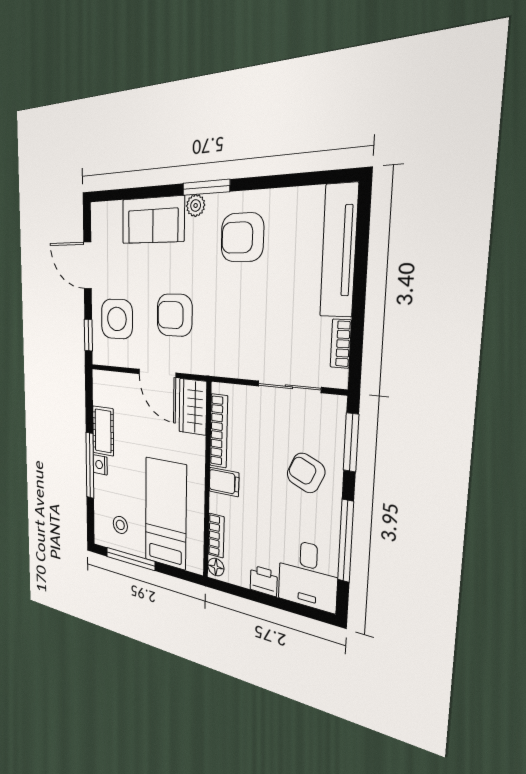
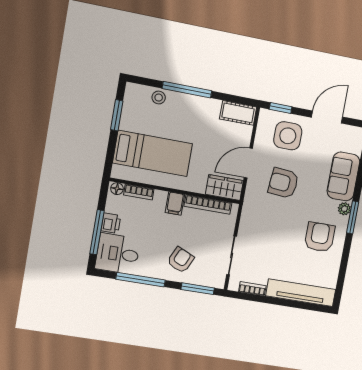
armchair: (175, 315) -> (283, 183), turned -85
cot: (103, 431) -> (238, 113), moved
nightstand: (100, 465) -> (187, 100), removed
stool: (120, 525) -> (159, 98), moved
window: (130, 559) -> (117, 115), width x0.69
window: (279, 603) -> (97, 232), added

